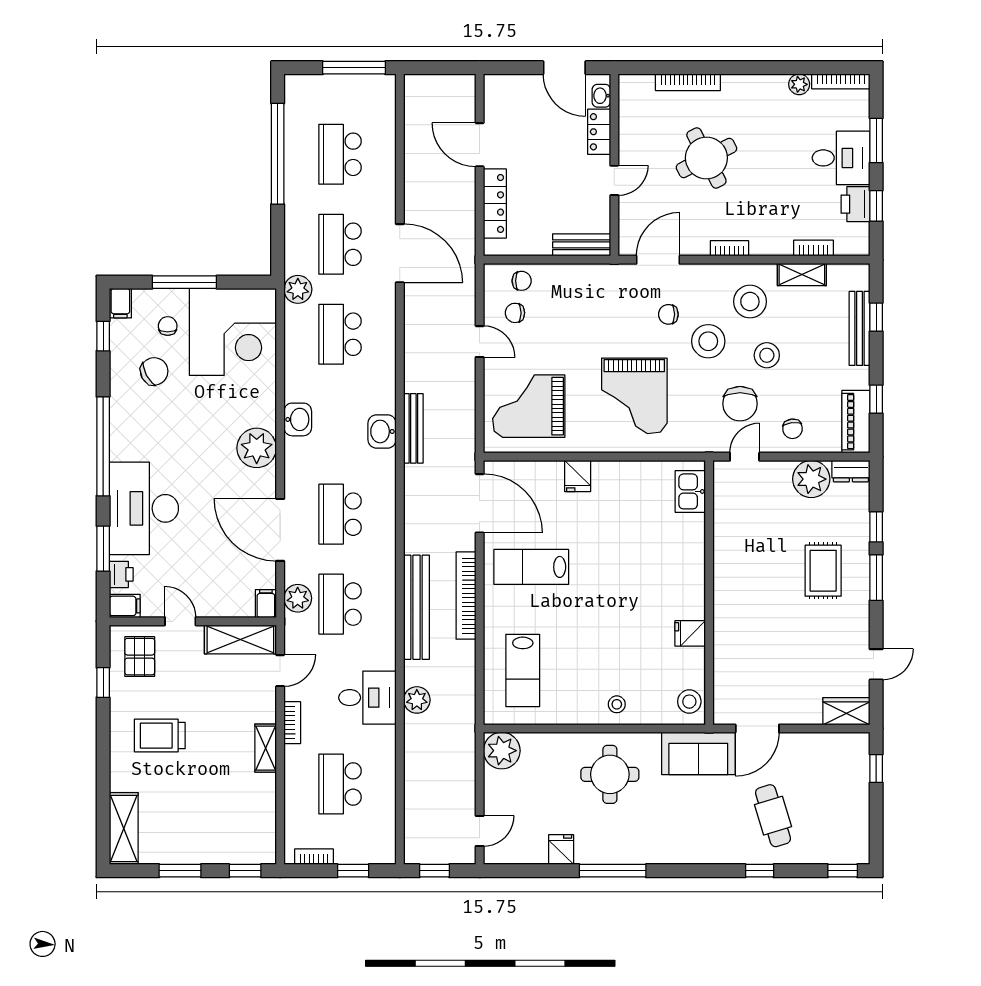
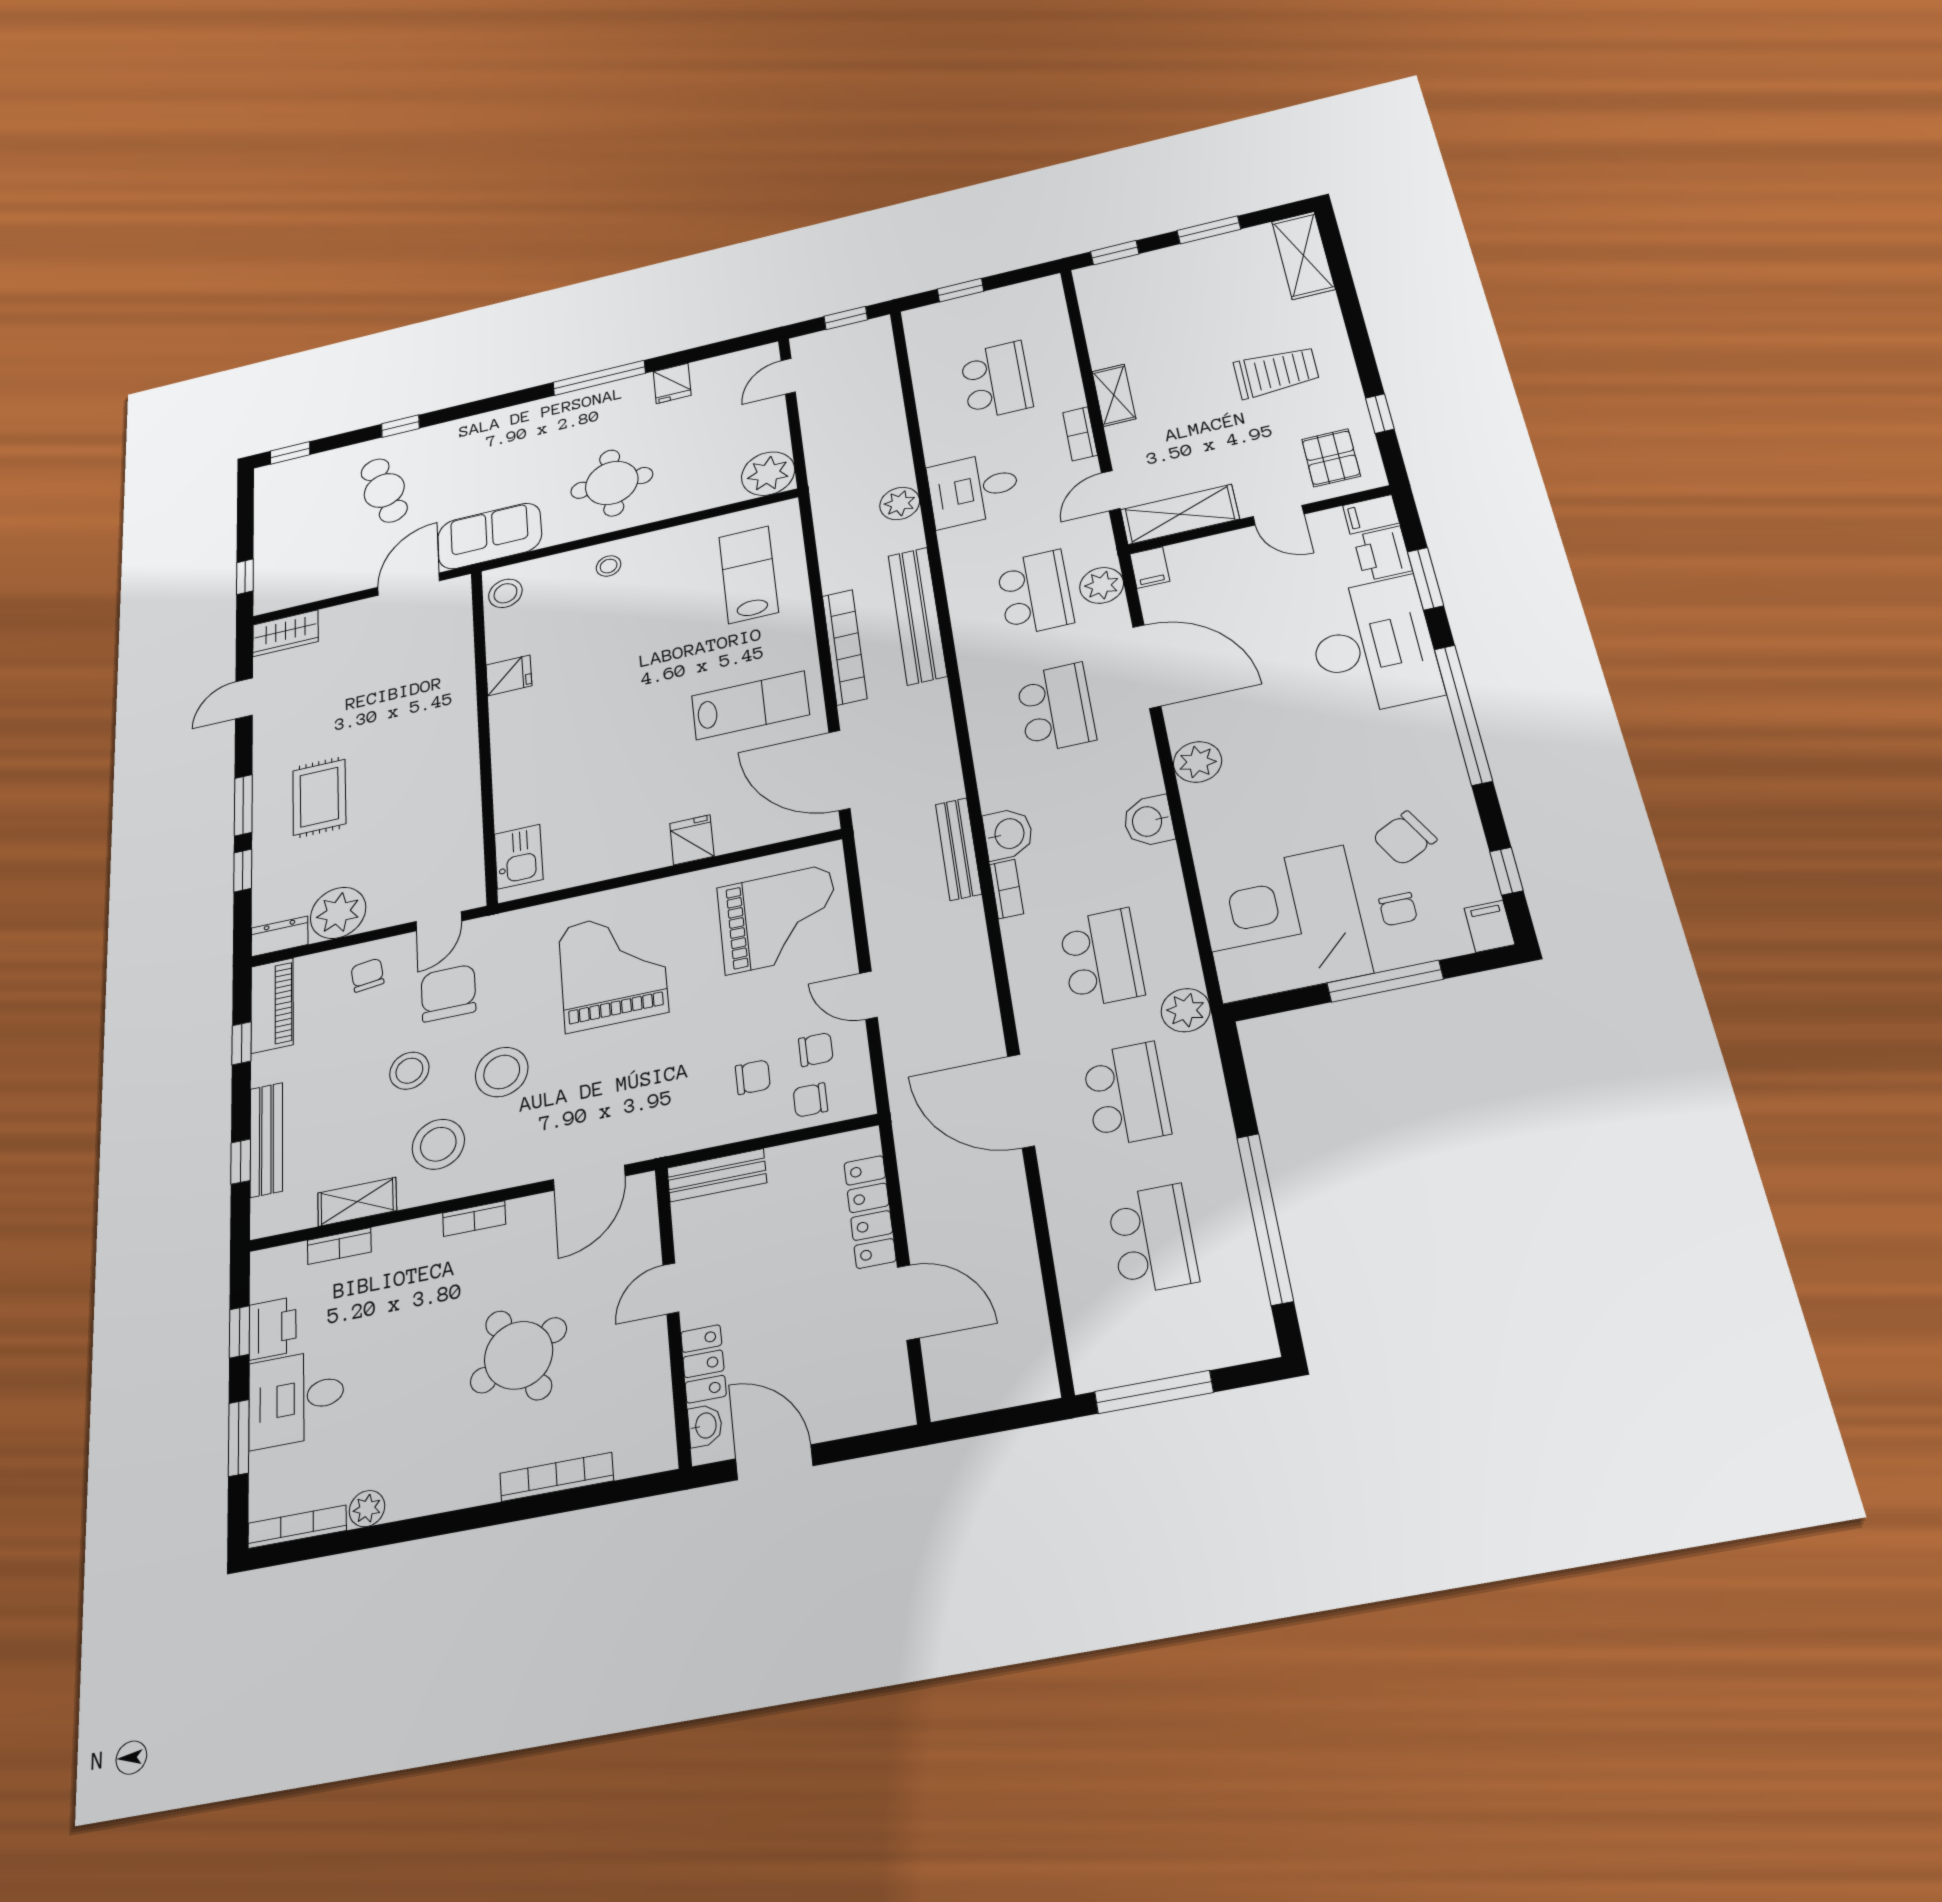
chair: (668, 314) -> (753, 1077), moved
plant: (257, 448) -> (1198, 762), width x0.73, depth x0.73
printer: (121, 574) -> (1383, 553), width x1.36, depth x1.24
bookcase: (314, 857) -> (1007, 889), moved, turned -90

